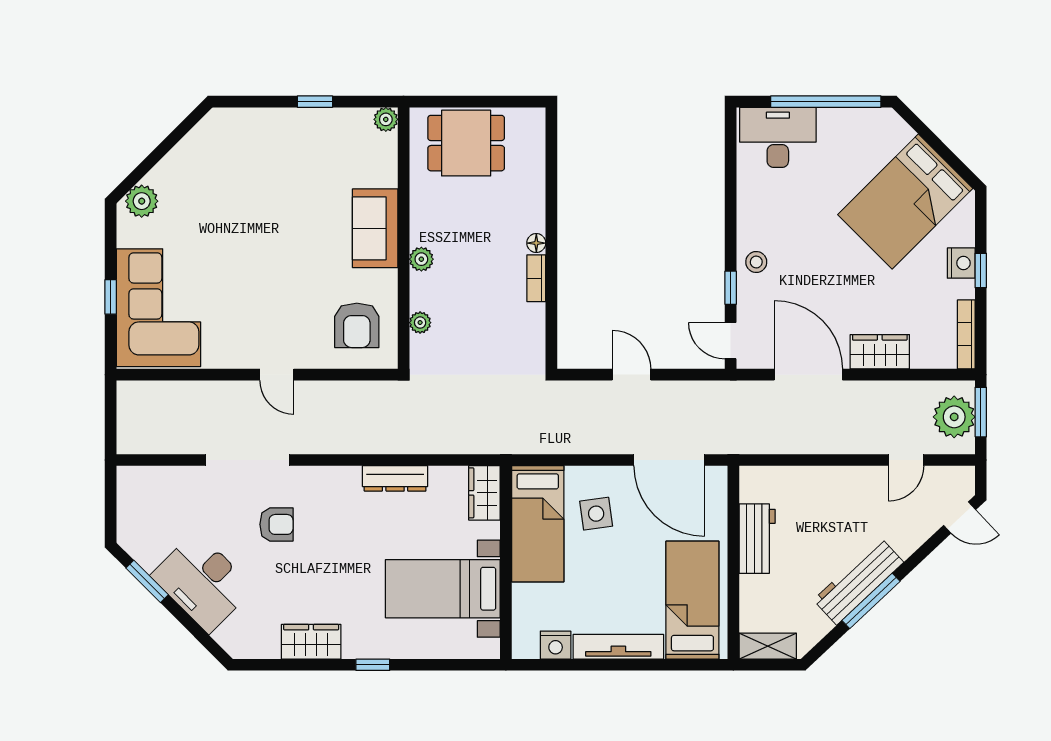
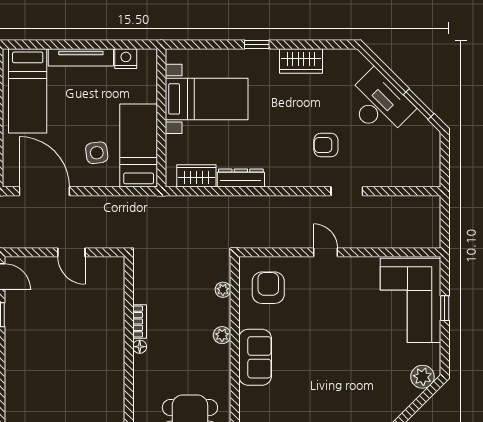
doorway: (247, 460) -> (347, 191), width x0.53
wardrobe: (484, 493) -> (196, 176), moved, turned -90

